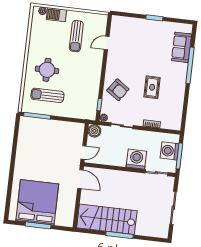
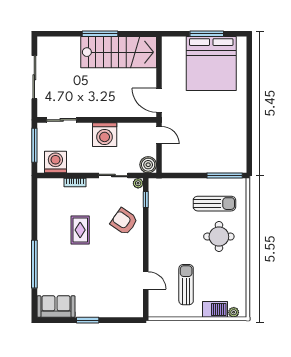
door: (107, 43) -> (146, 280), hinge flipped
sofa: (182, 47) -> (56, 306), moved, turned -90
washing machine: (169, 151) -> (55, 162), moved, turned -90
door: (83, 152) -> (159, 135), swing flipped
washing machine: (136, 159) -> (105, 135), moved

